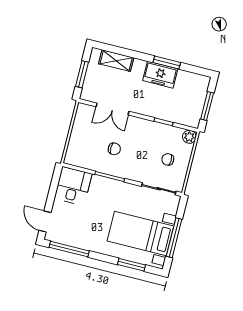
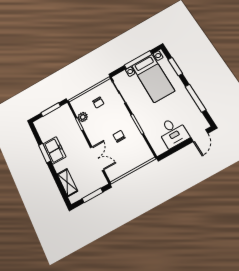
plant: (189, 137) -> (83, 117), moved
desk: (73, 186) -> (173, 132), moved, turned -90
window: (69, 249) -> (195, 98), moved

